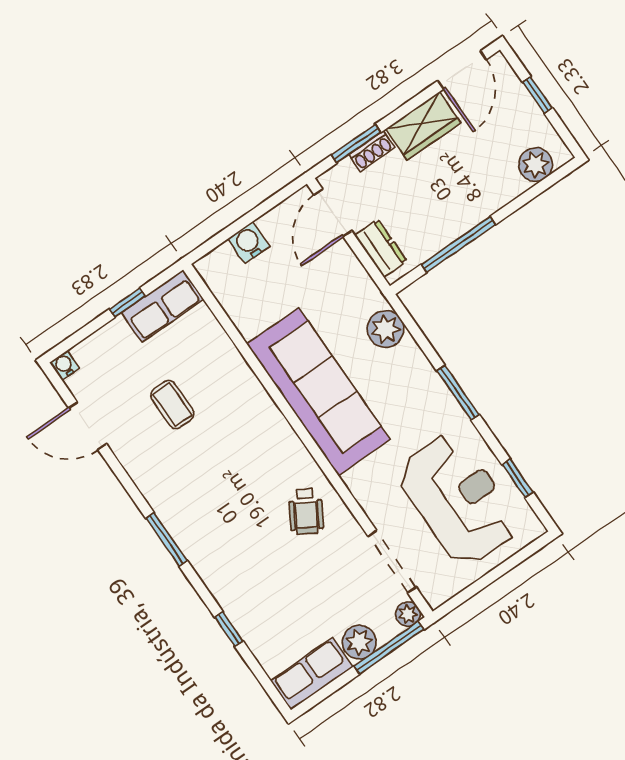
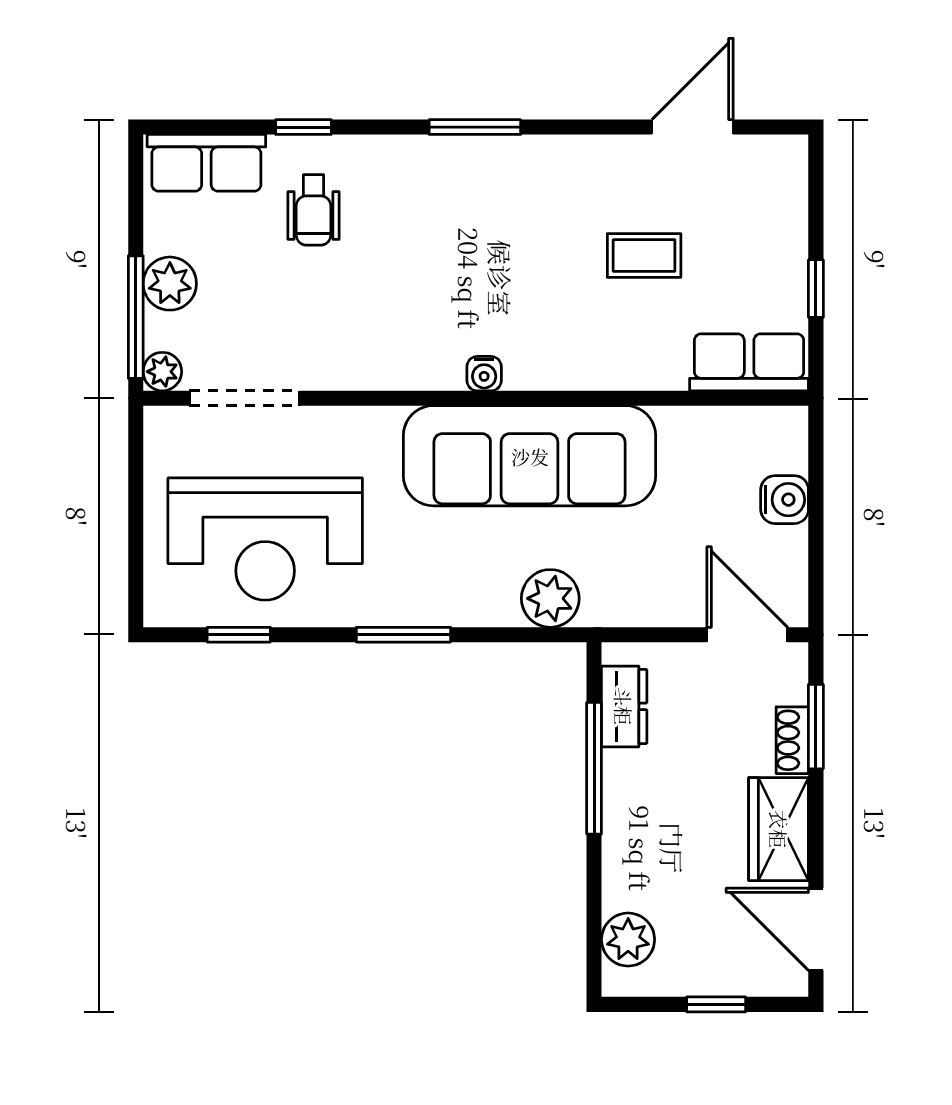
dresser: (381, 248) -> (624, 706), moved, turned -90
row of seats: (163, 306) -> (749, 362), moved, turned 90
water cooler: (65, 365) -> (484, 374), moved, turned 90
wheelchair: (306, 511) -> (313, 210), moved, turned -121
row of seats: (312, 674) -> (206, 163), moved, turned 90

